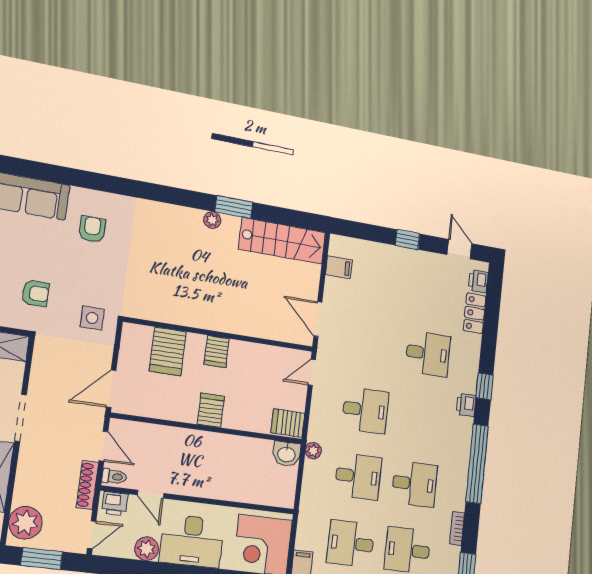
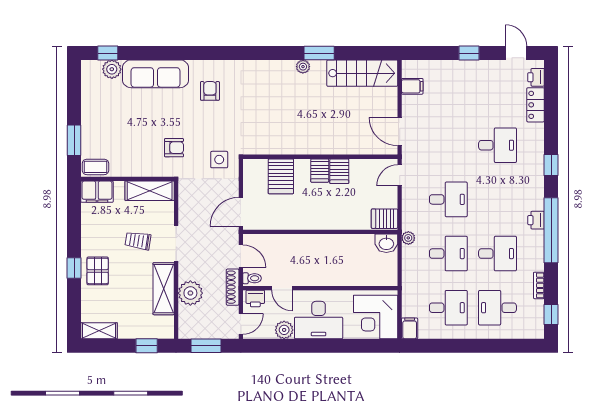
printer: (466, 405) -> (536, 220), moved
server rack: (211, 410) -> (339, 171), moved, turned 180
plant: (25, 523) -> (190, 293), moved
desk: (351, 544) -> (448, 308), turned 180

